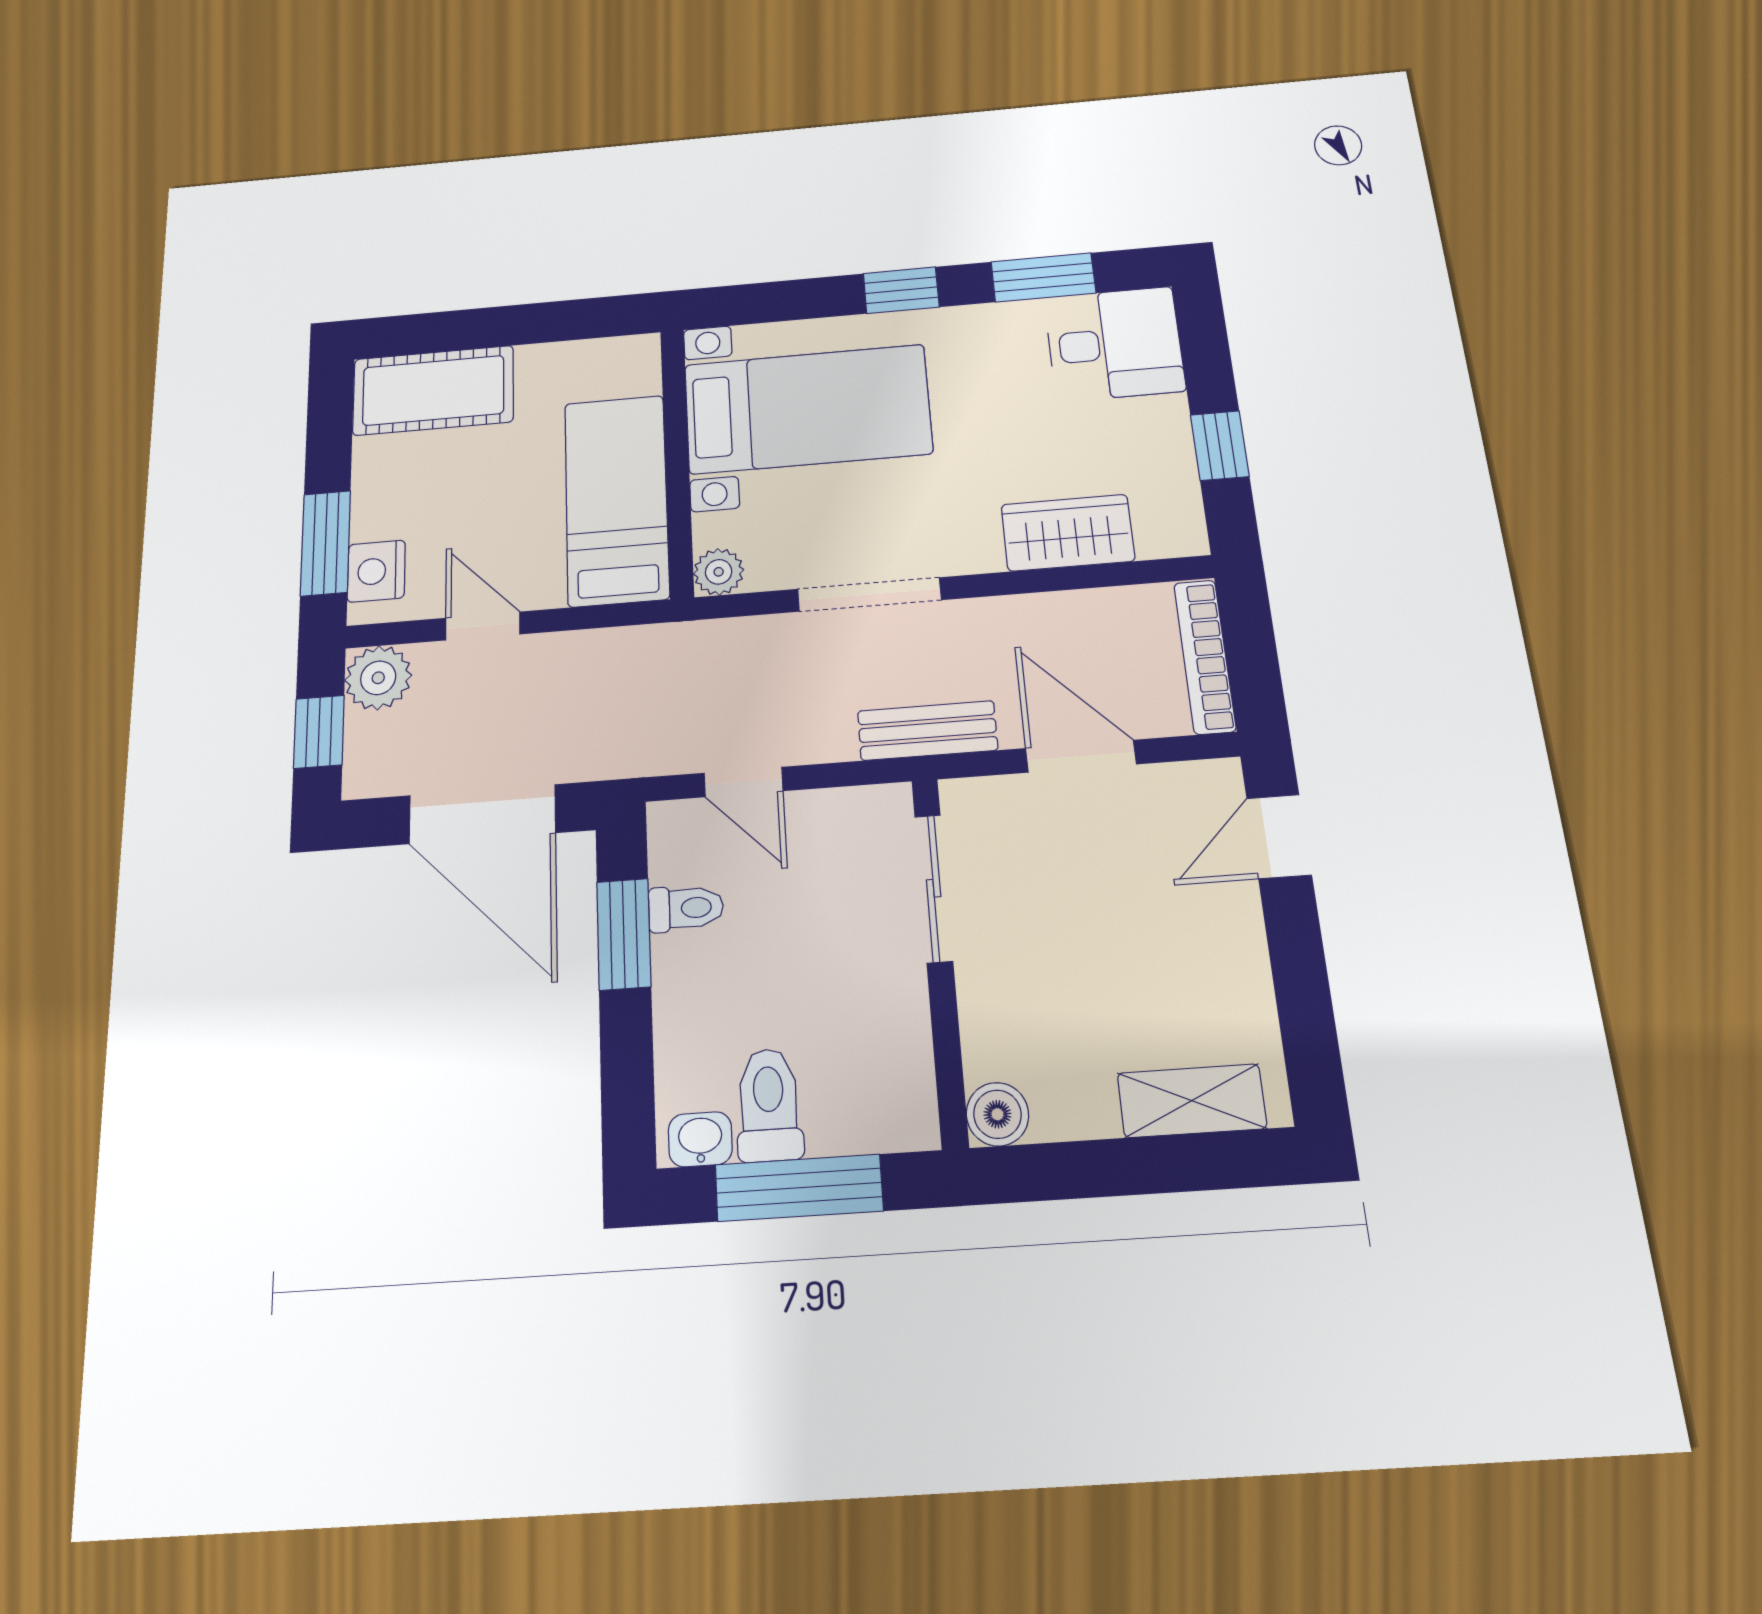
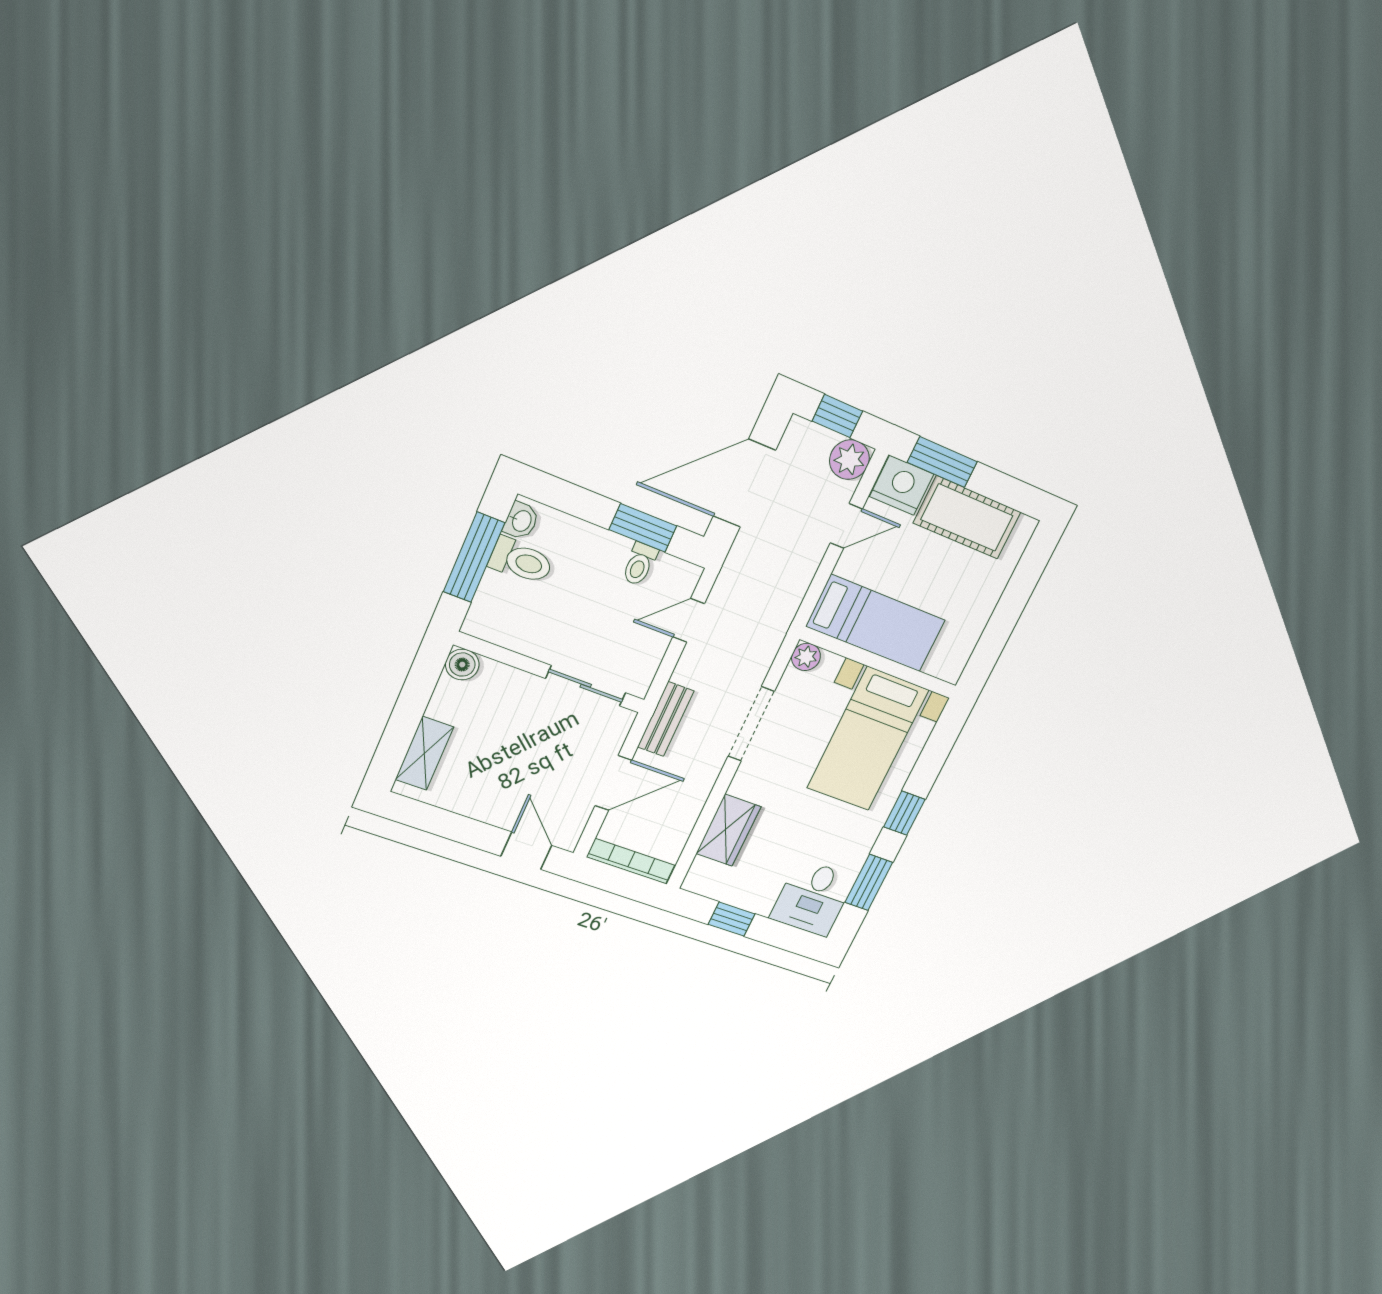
cot: (433, 390) -> (967, 518), moved, turned 90
nightstand: (376, 571) -> (902, 485), width x1.36, depth x1.33

